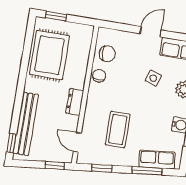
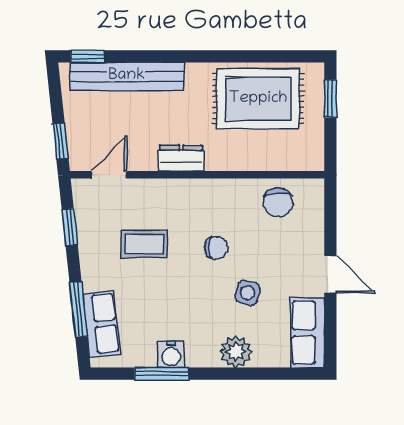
chair: (99, 76) -> (216, 248), moved
coffee table: (118, 129) -> (144, 244), width x0.73, depth x0.77

